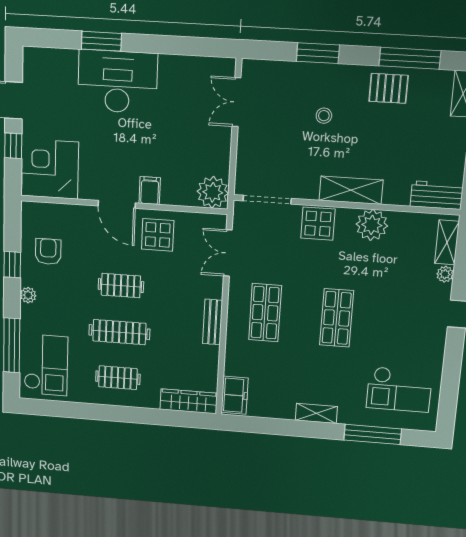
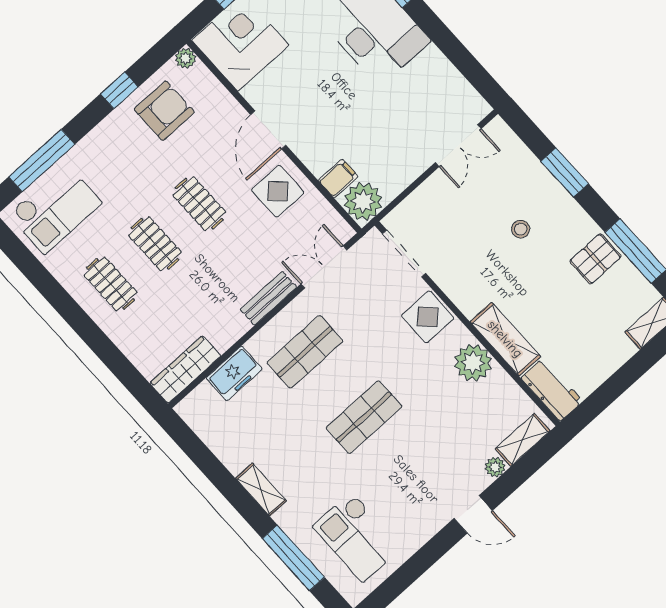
pallet: (389, 88) -> (595, 259), turned 90
double door: (236, 102) -> (458, 146), swing flipped
shelving: (351, 190) -> (505, 339), moved
filing cabinet: (150, 191) -> (338, 178), moved
armchair: (48, 252) -> (164, 111), width x1.38, depth x1.38
plant: (28, 295) -> (185, 58), moved
bench: (213, 322) -> (268, 298), moved
clothes rail: (119, 332) -> (155, 244), width x0.73
freezer: (235, 395) -> (234, 373), moved
wardrobe: (189, 401) -> (185, 369), moved, turned -90

